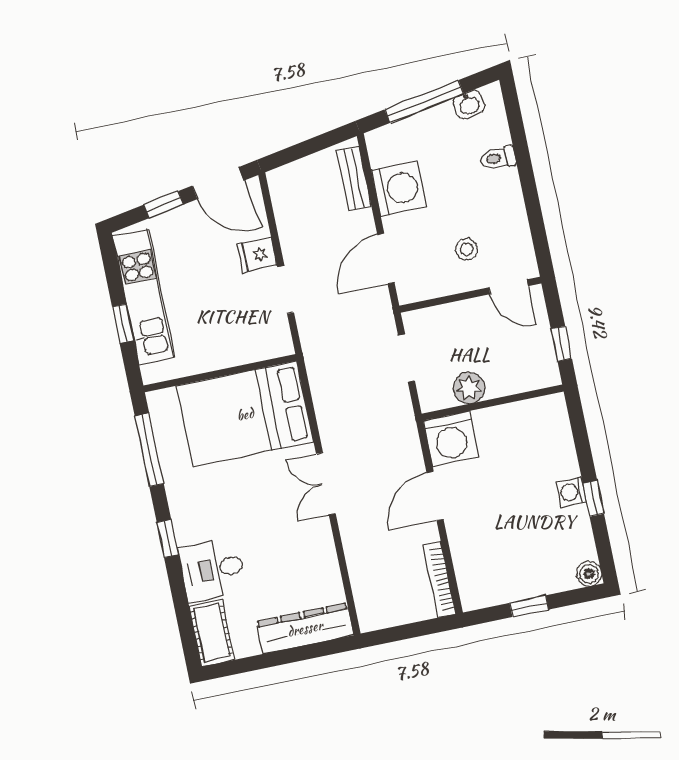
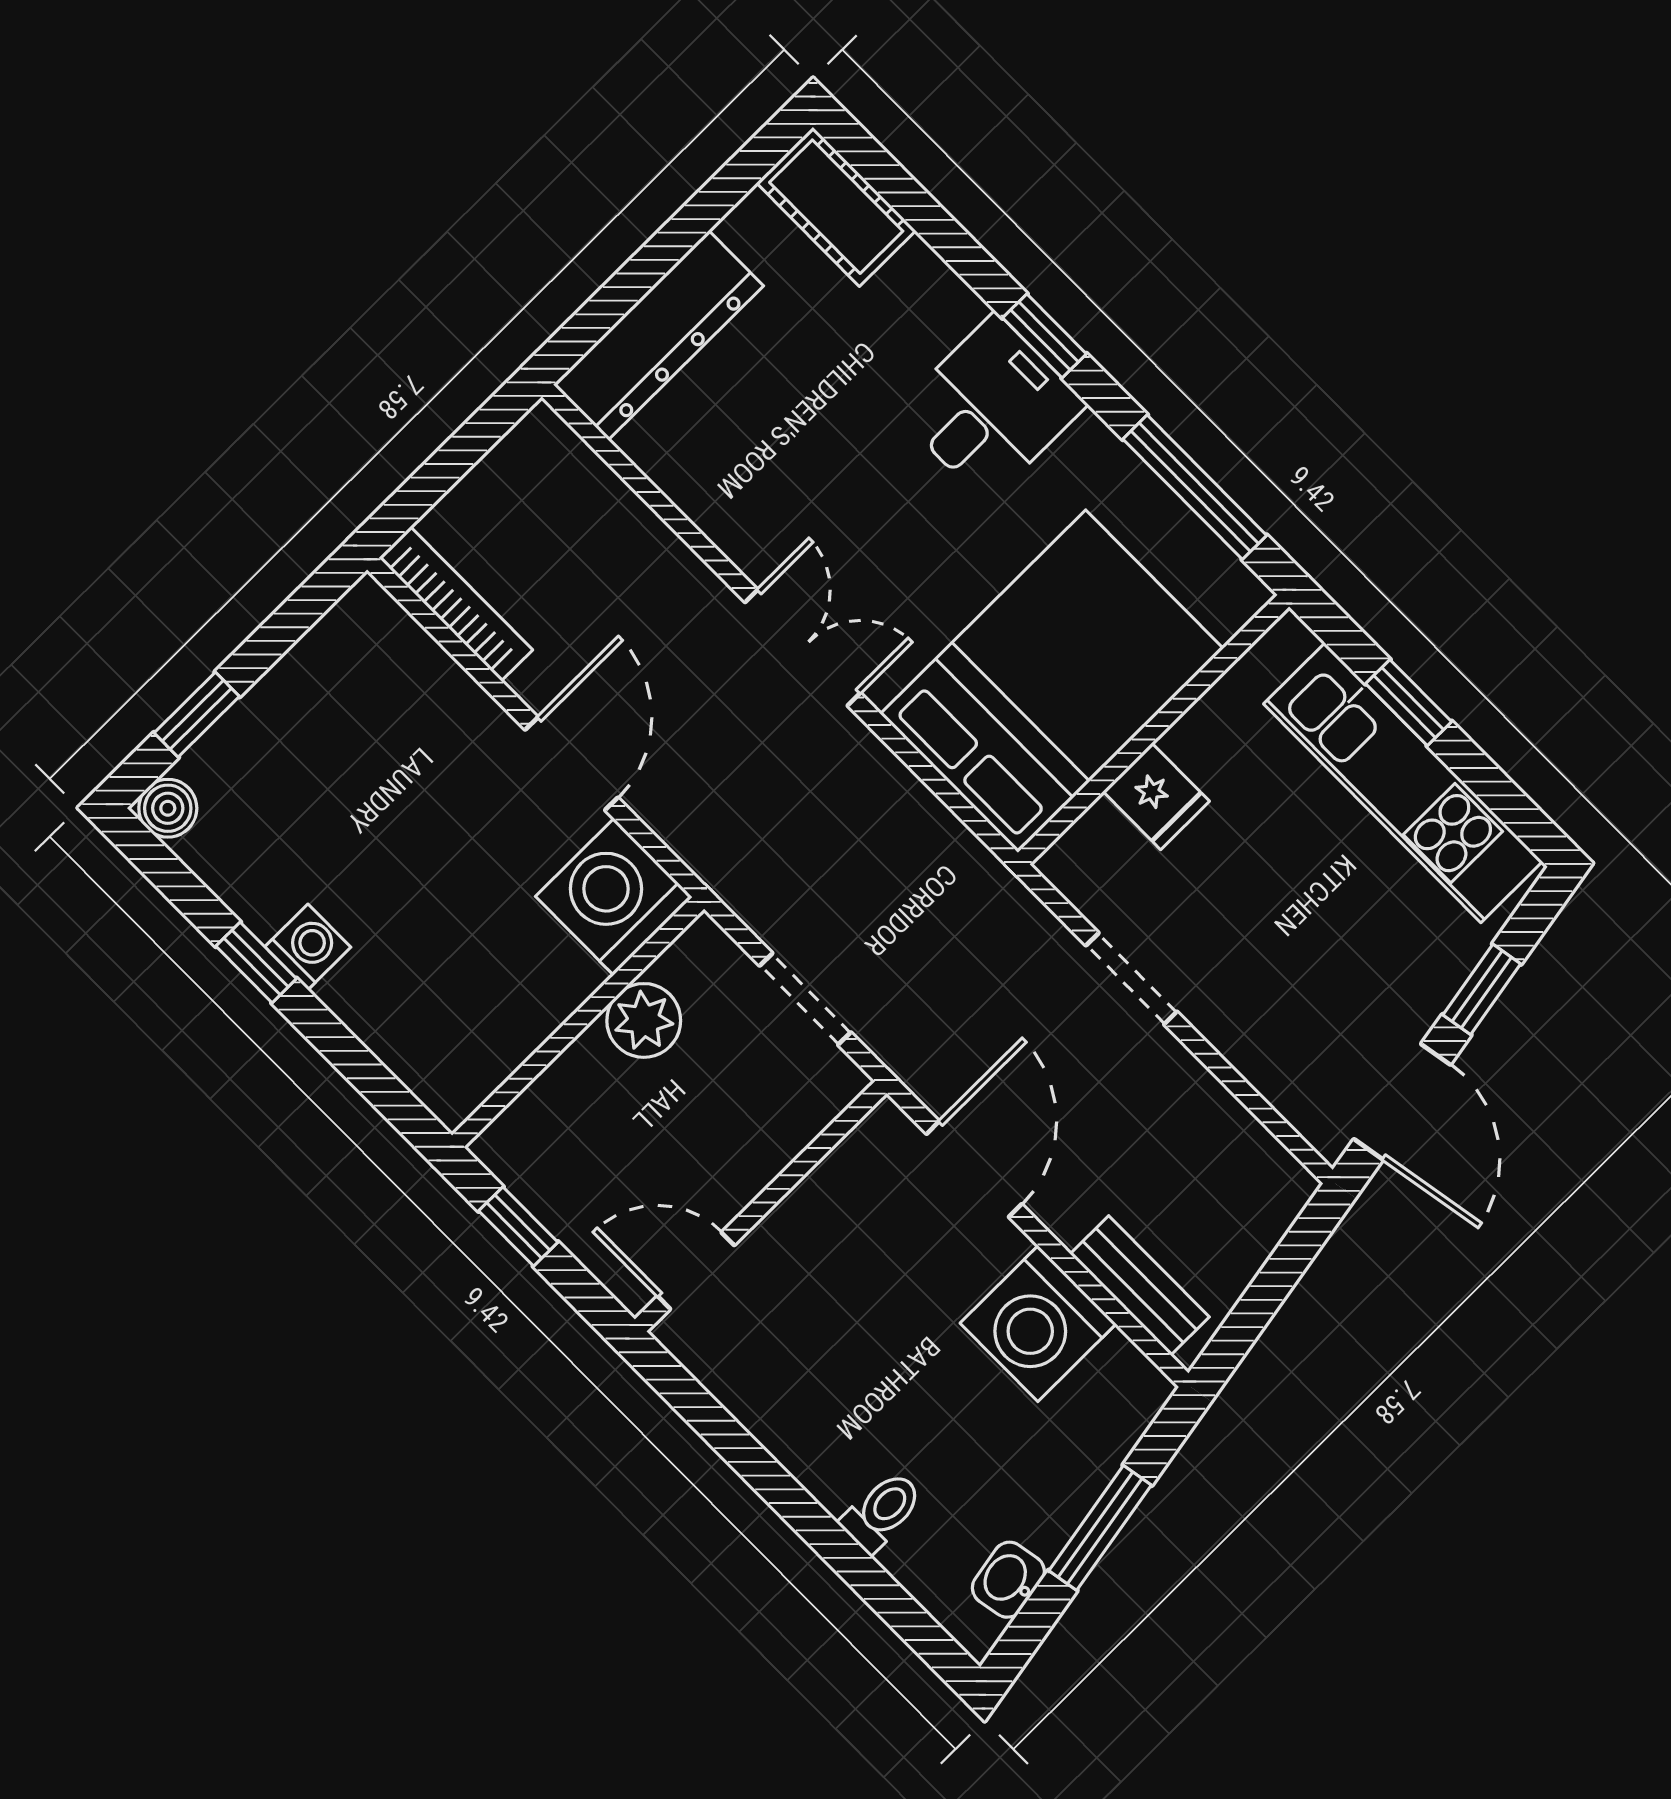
window: (424, 102) -> (1100, 1528), width x0.69
door: (218, 183) -> (1402, 1102), swing flipped
stool: (467, 249) -> (827, 1291), removed
fridge: (257, 255) -> (1156, 796), moved, turned 90
desk: (213, 570) -> (991, 408), moved
window: (529, 606) -> (197, 715), moved

